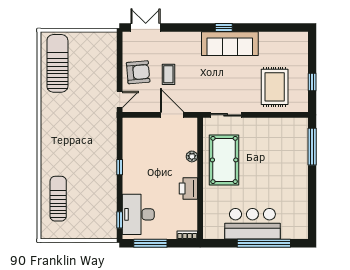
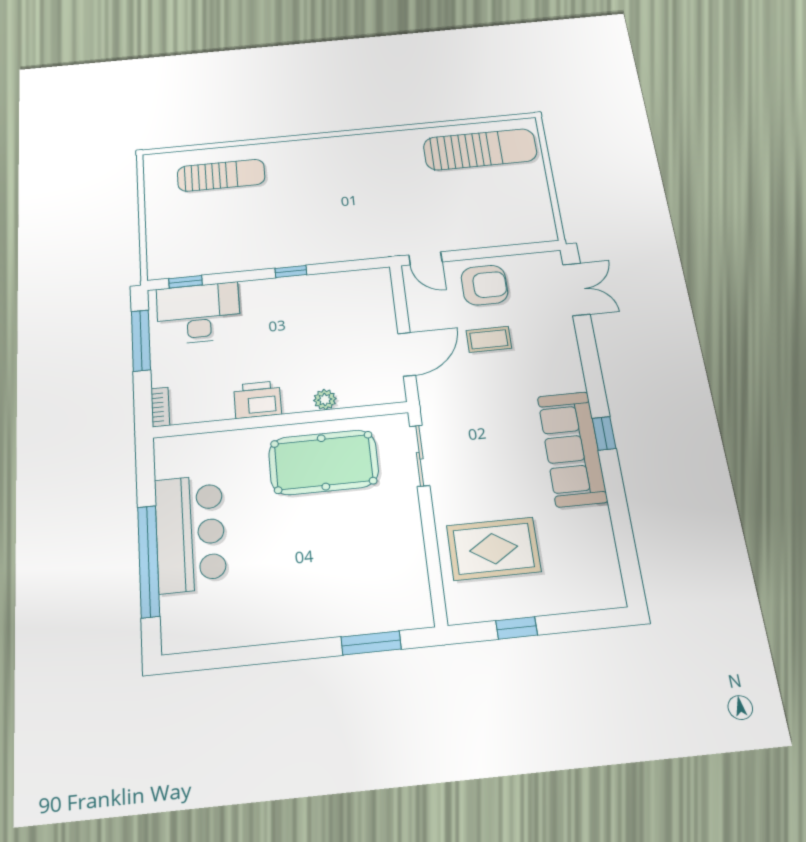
armchair: (138, 72) -> (484, 285), turned -85
window: (312, 147) -> (371, 643), width x0.69

